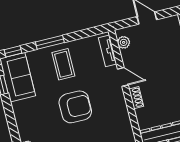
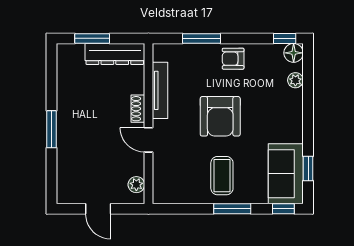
tv unit: (108, 51) -> (160, 90), moved, width x1.41
armchair: (75, 107) -> (220, 116), turned -90

